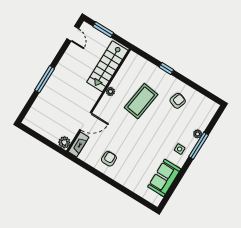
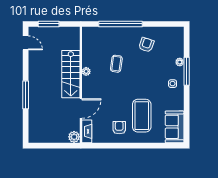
stairs: (107, 66) -> (71, 74), moved
window: (166, 69) -> (121, 24), width x3.17
coffee table: (141, 101) -> (116, 64), width x0.54, depth x0.58
coffee table: (135, 160) -> (142, 116), added
sofa: (164, 178) -> (175, 127), moved

